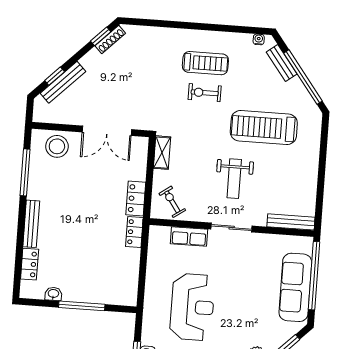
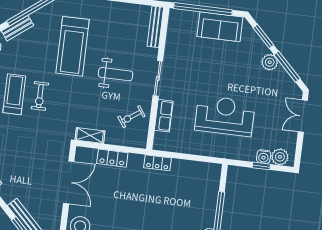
locker: (136, 198) -> (112, 158), moved
exercise bike: (172, 202) -> (131, 117), moved
sofa: (295, 287) -> (220, 27), width x0.73

